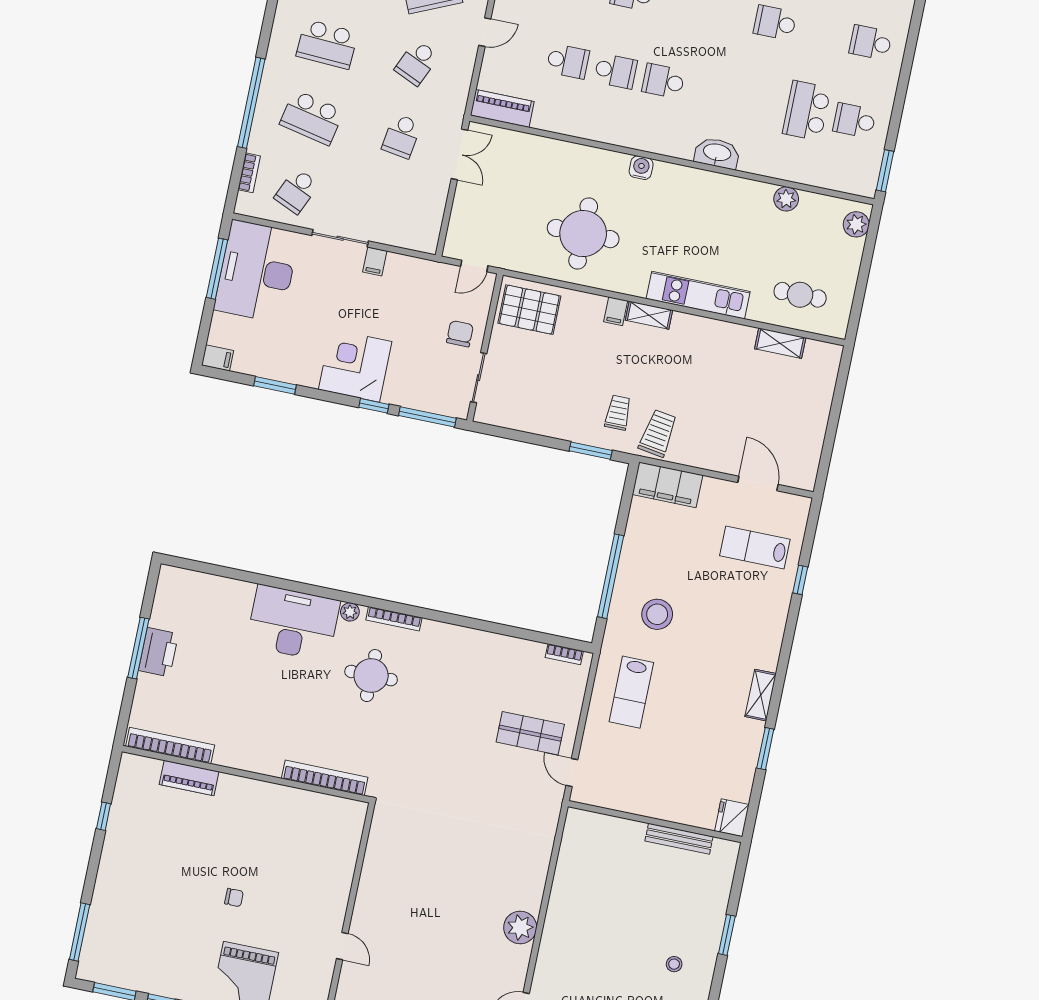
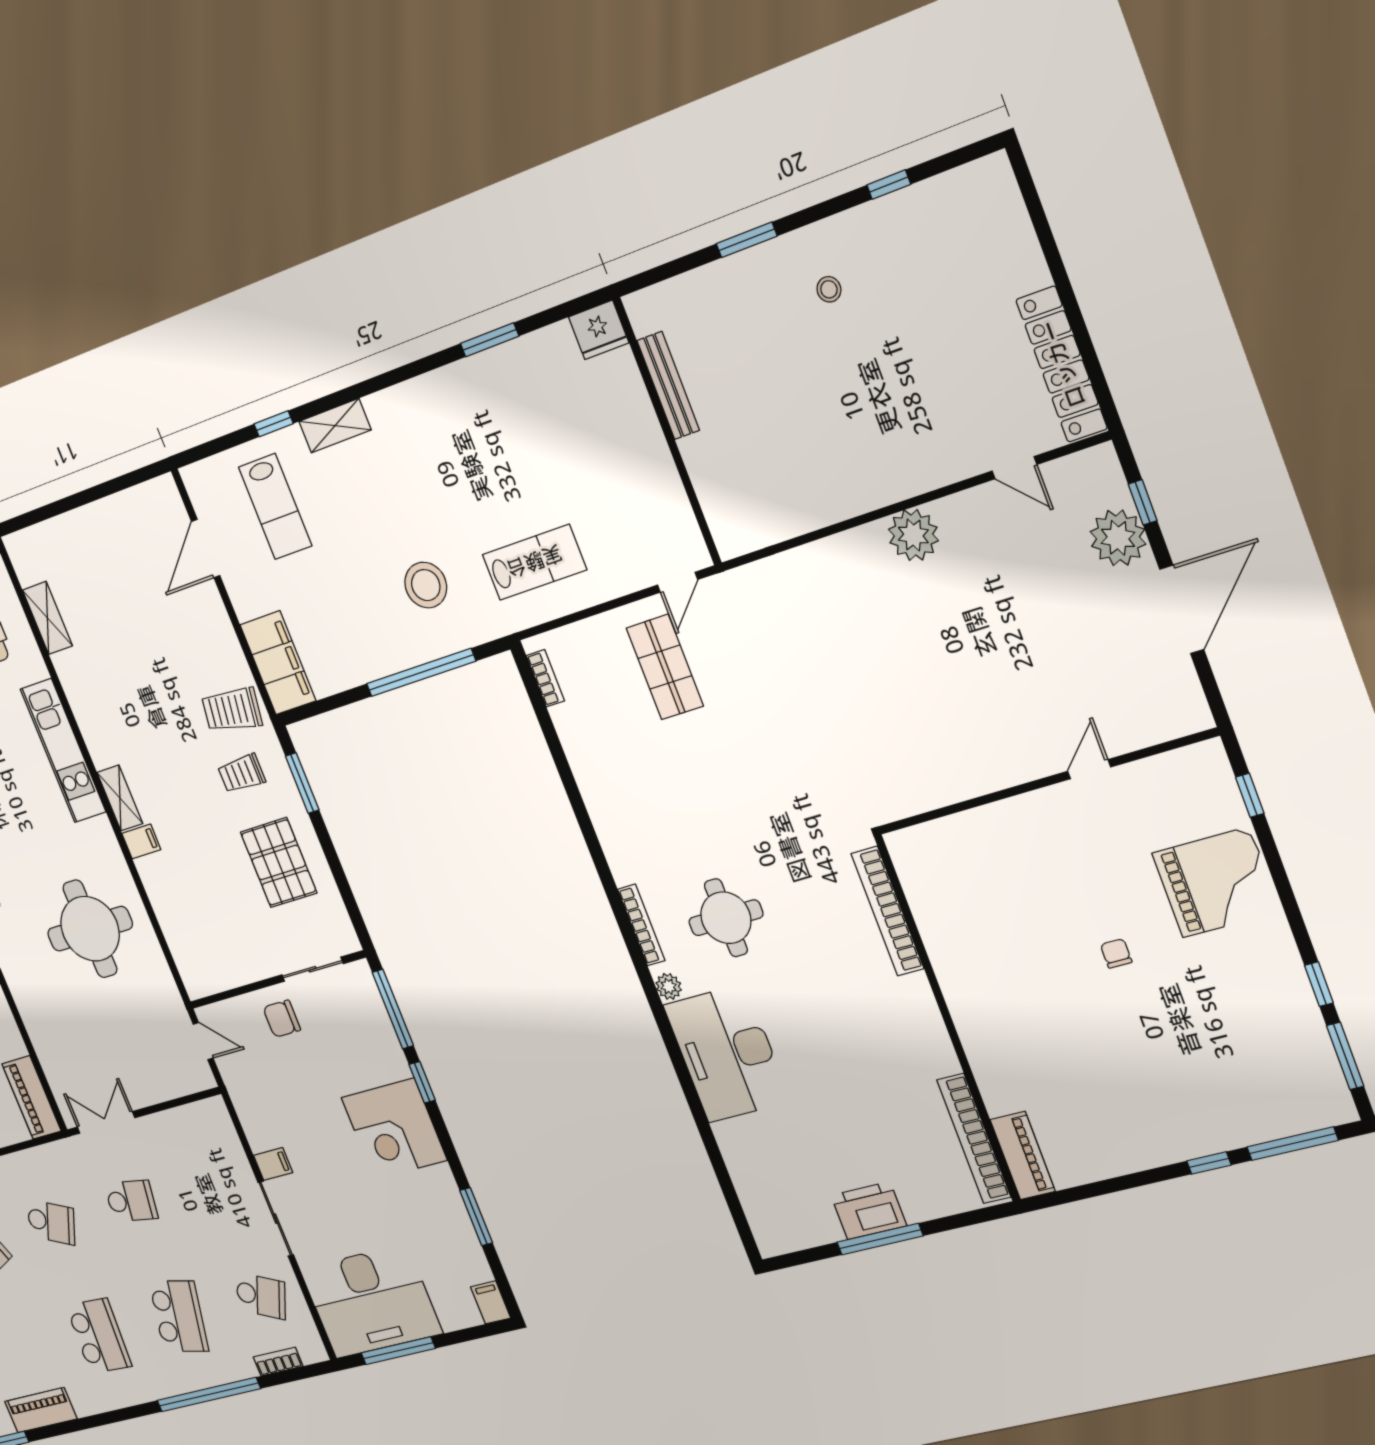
pallet: (529, 310) -> (279, 863), moved
shelving: (761, 695) -> (335, 426), moved
piano: (189, 778) -> (1023, 1155), moved
window: (104, 816) -> (1209, 1163), moved

